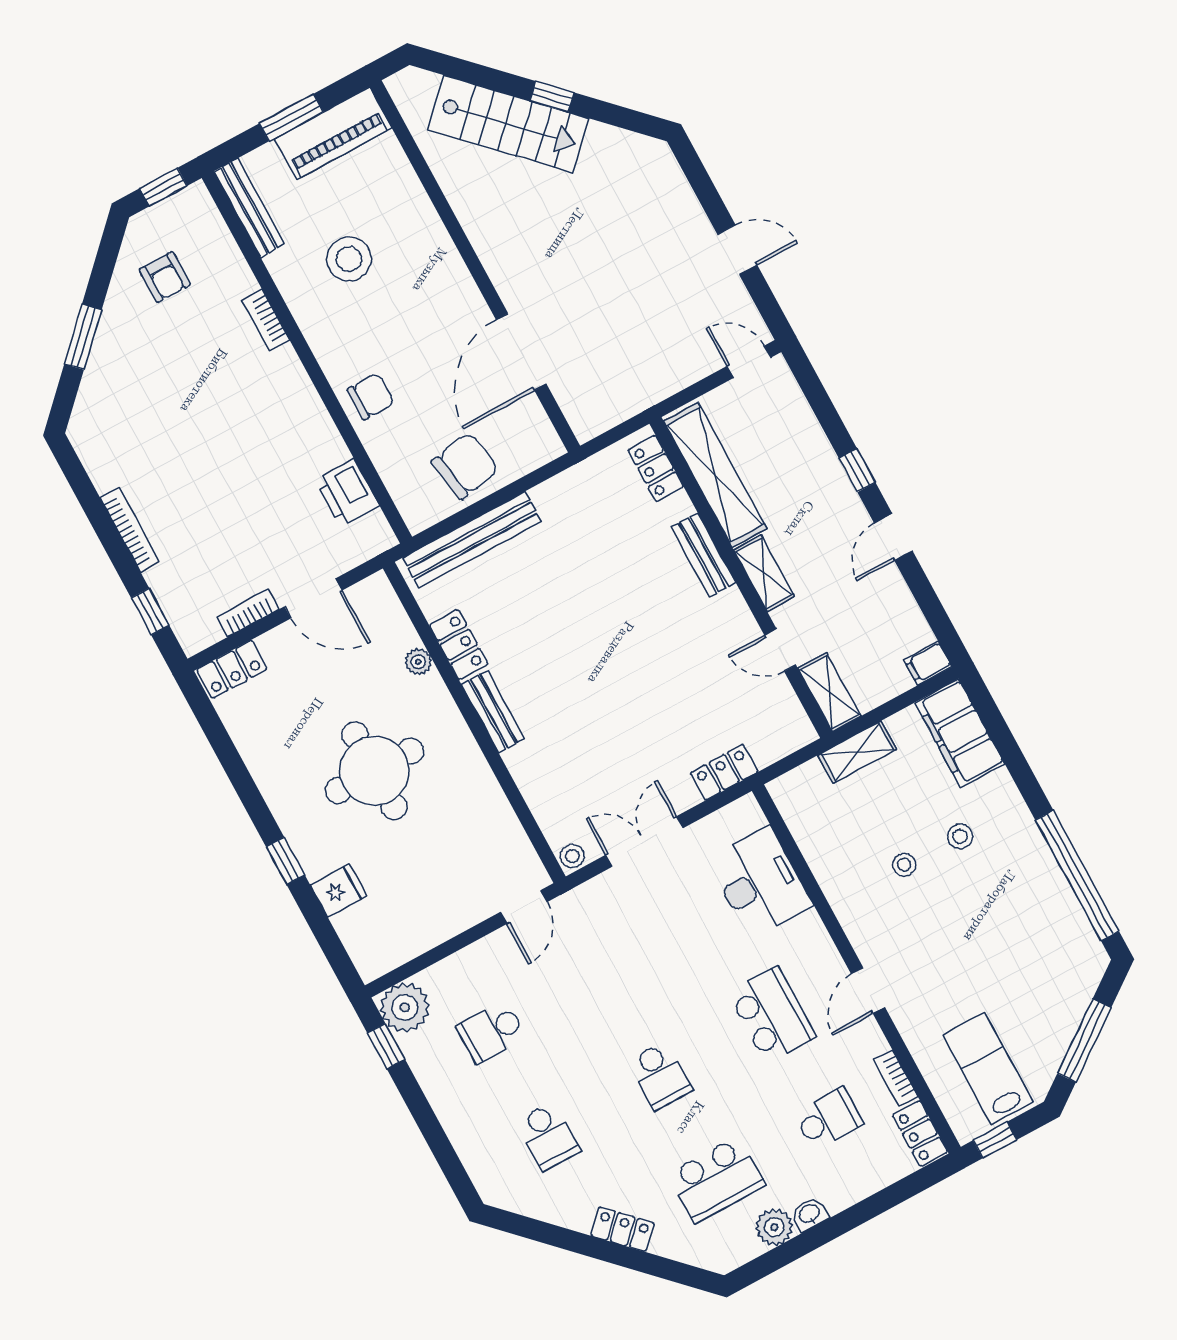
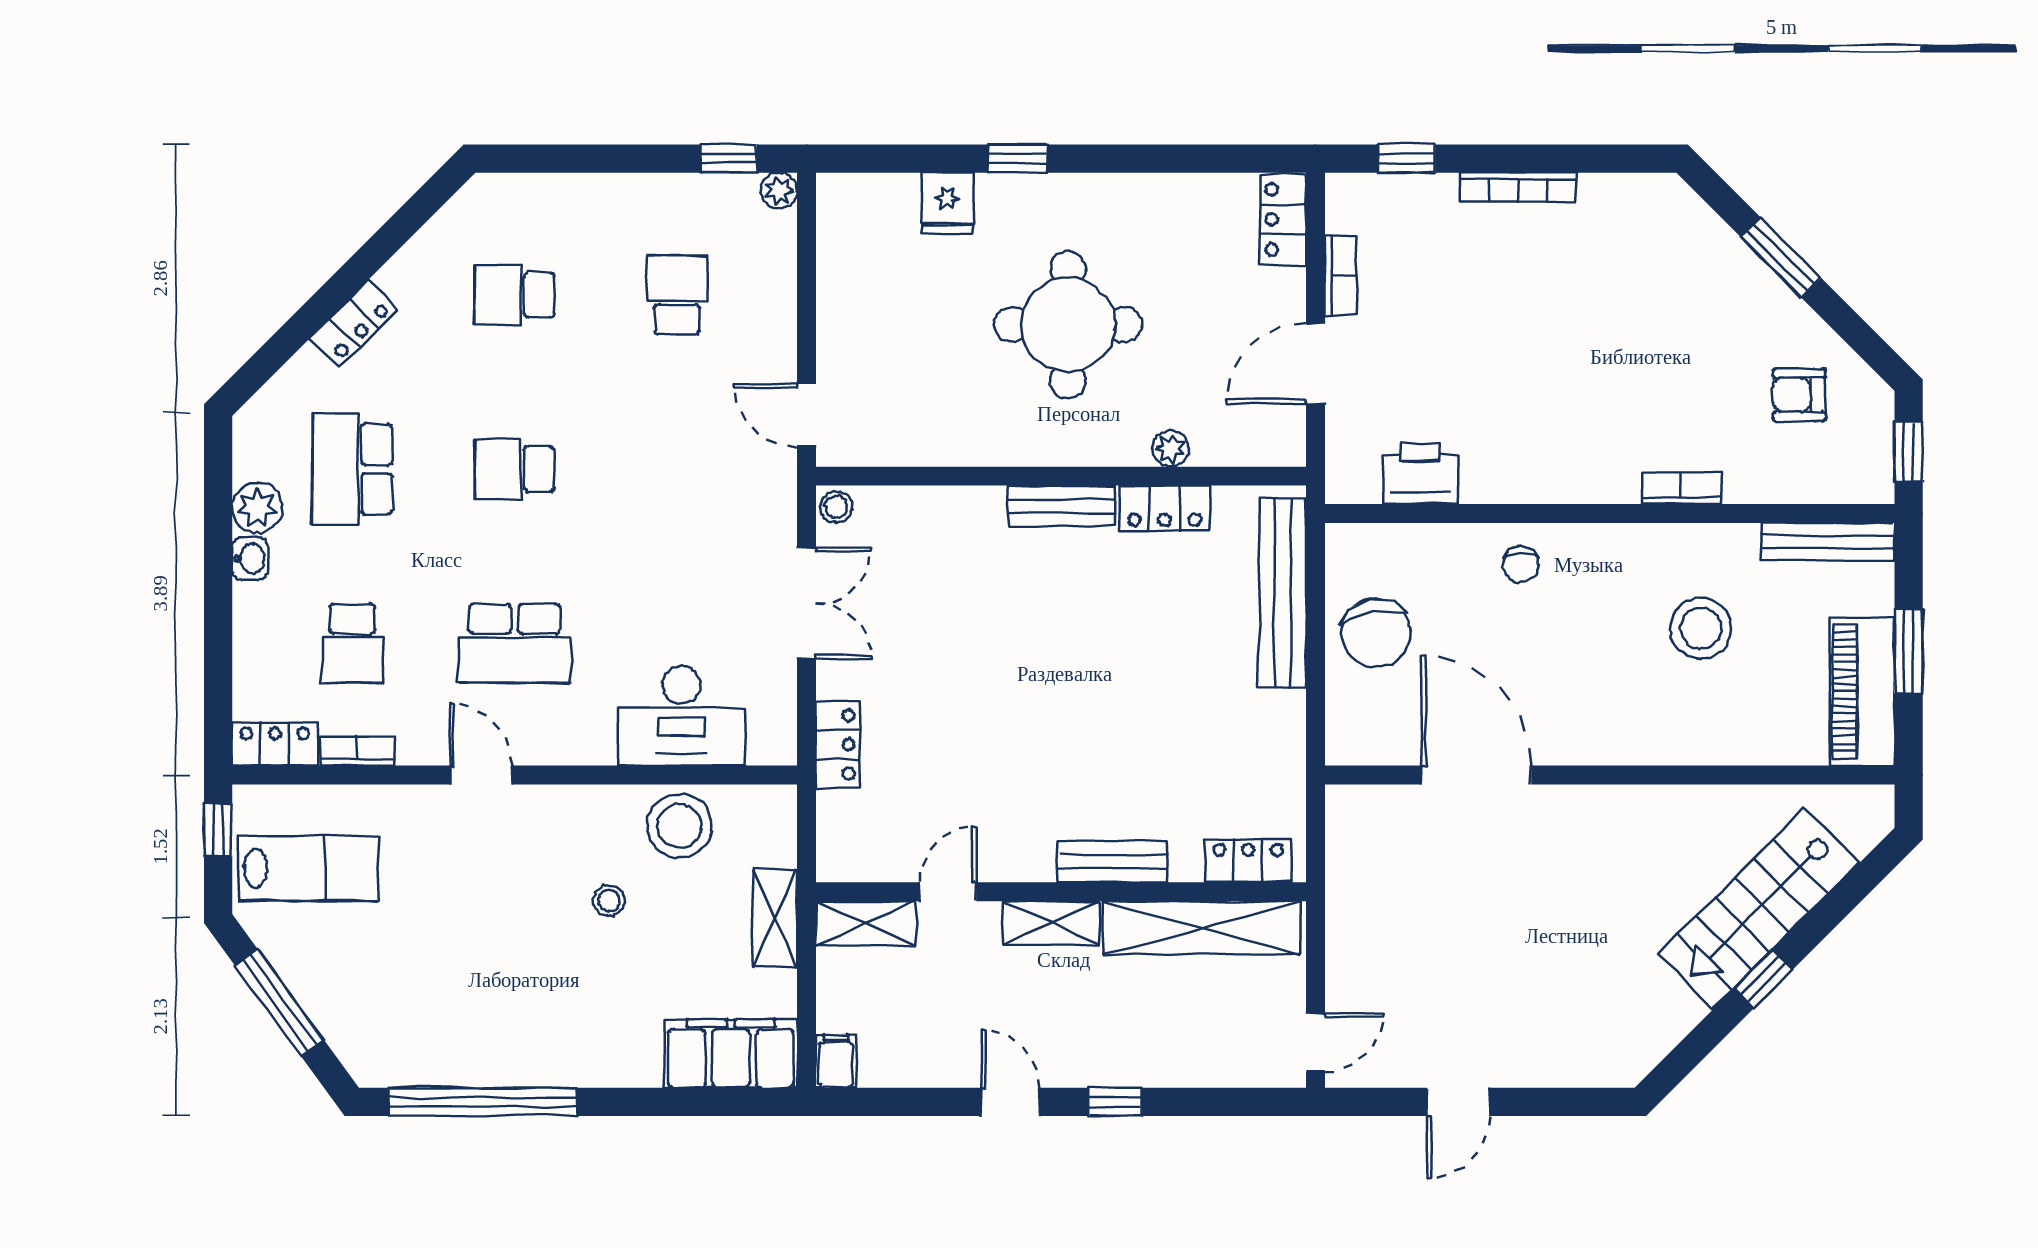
chair: (371, 396) -> (1521, 565), width x0.73, depth x0.73
stool: (960, 836) -> (679, 826), moved, width x1.89, depth x1.89
plant: (405, 1007) -> (779, 191), width x0.53, depth x0.53

